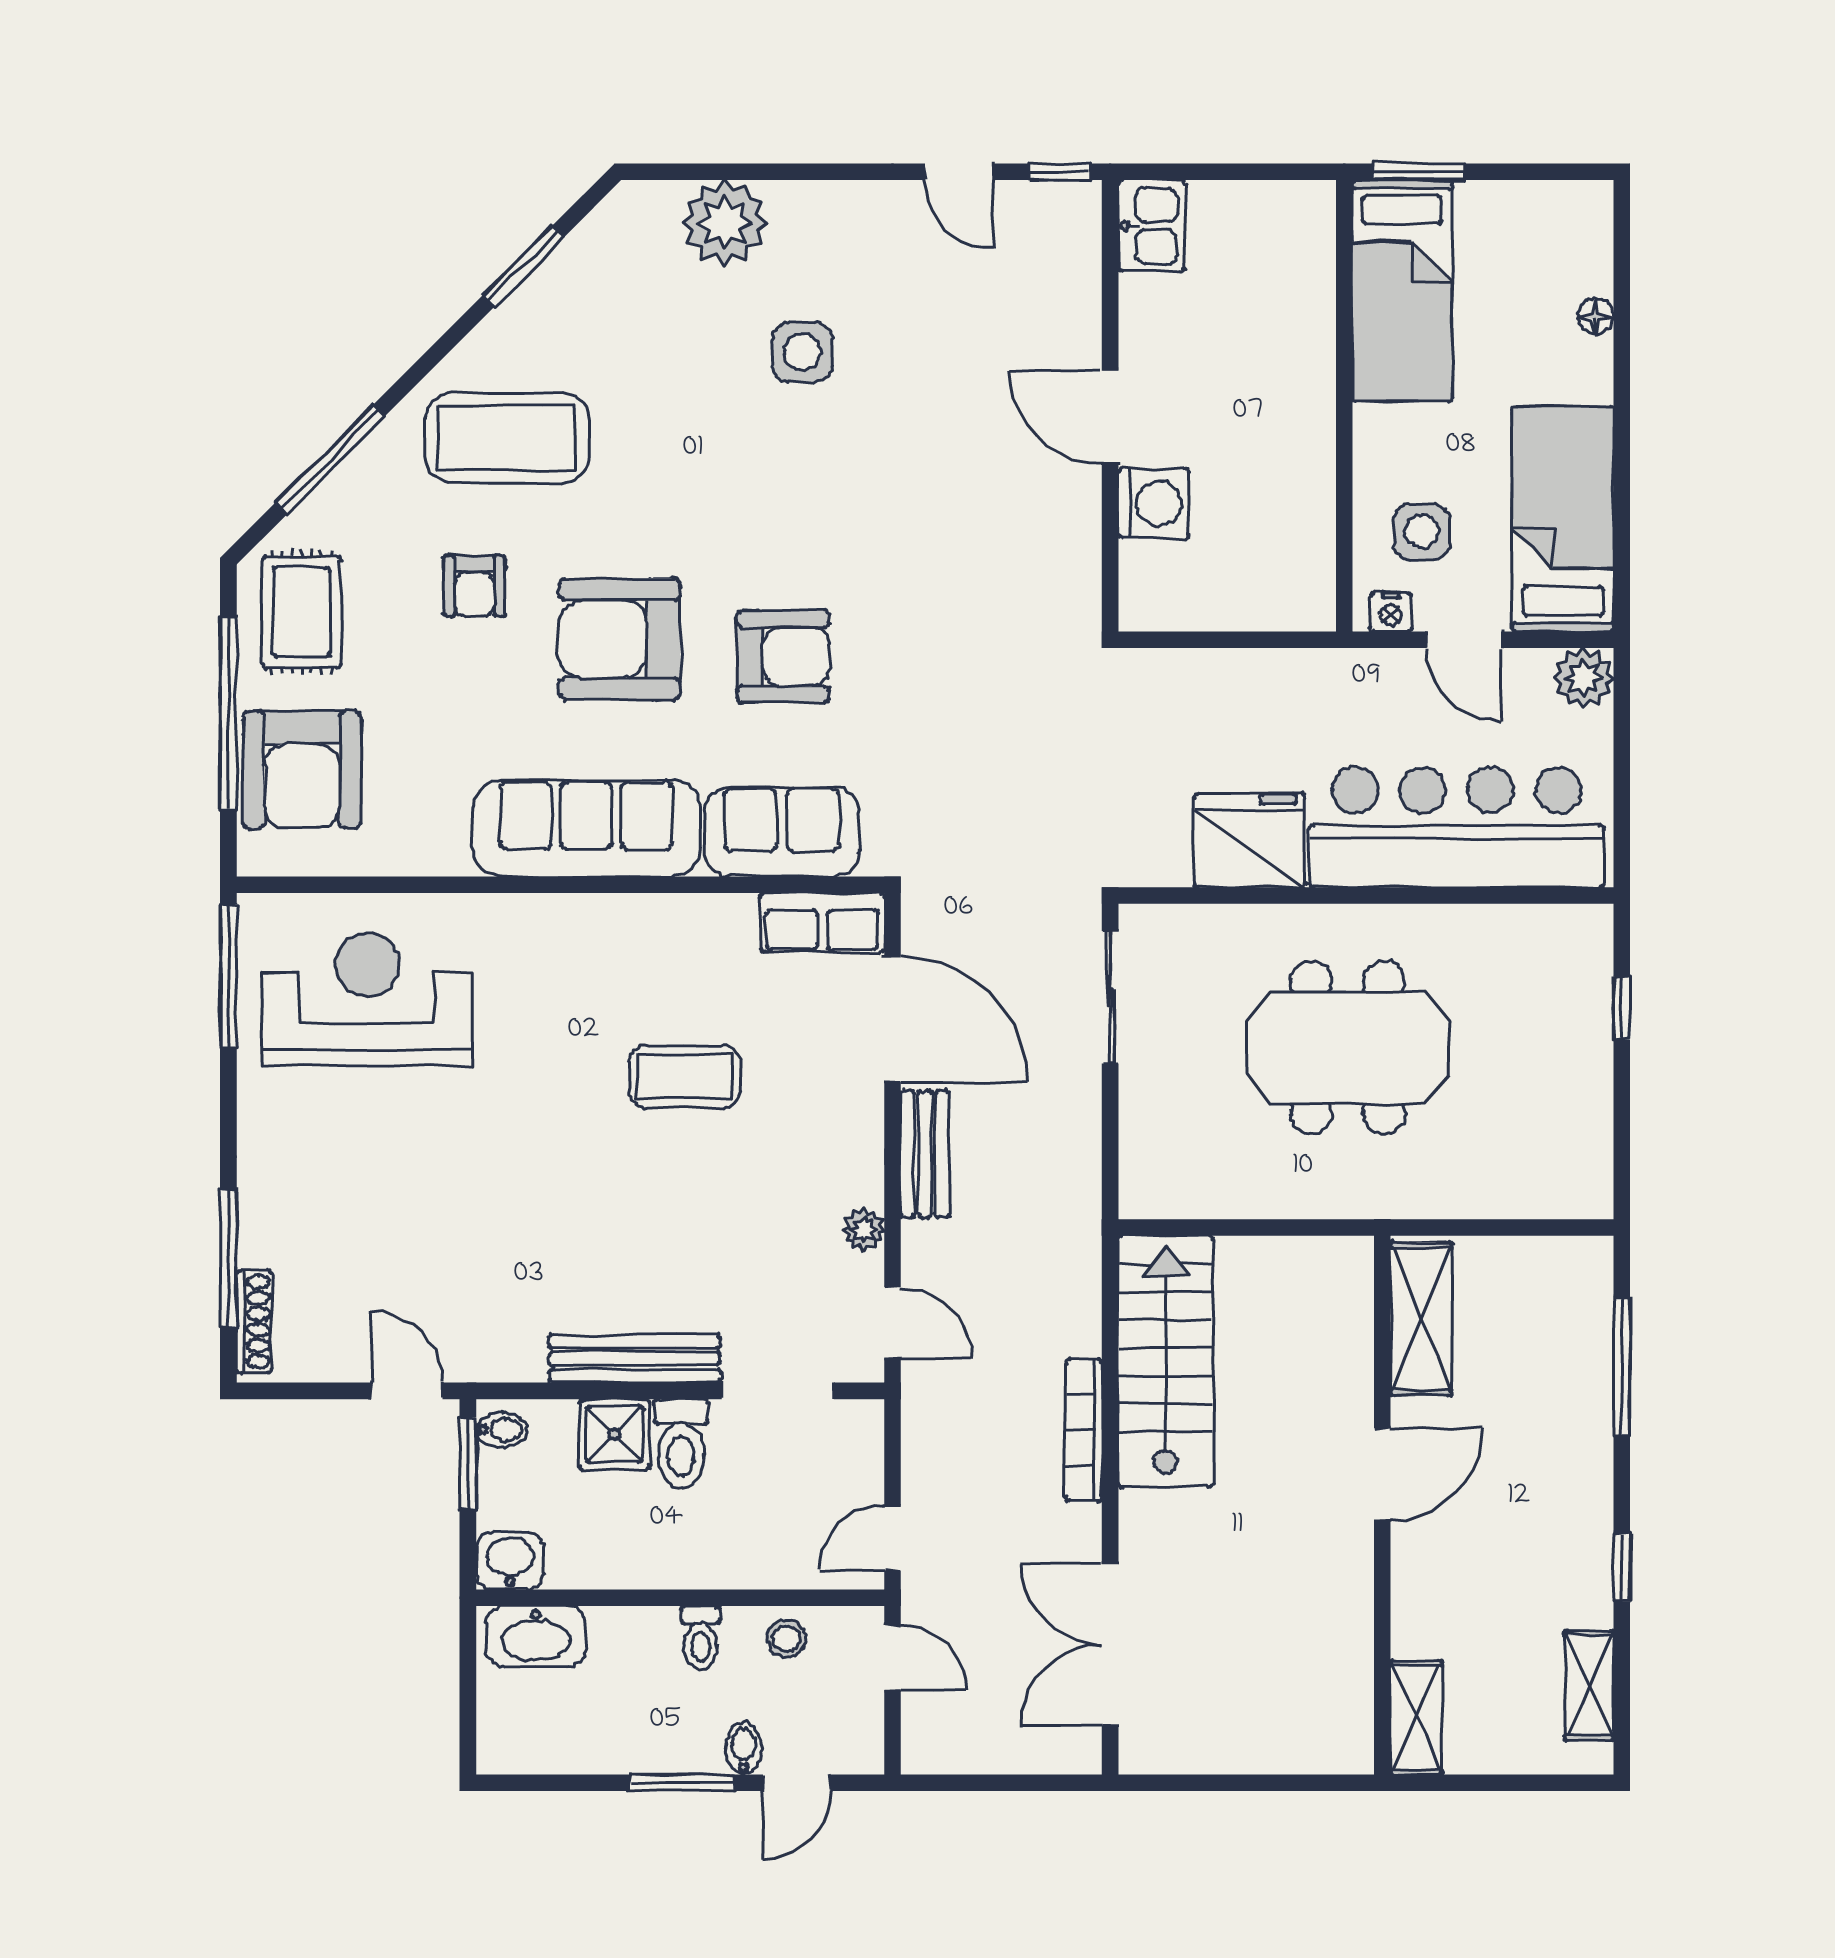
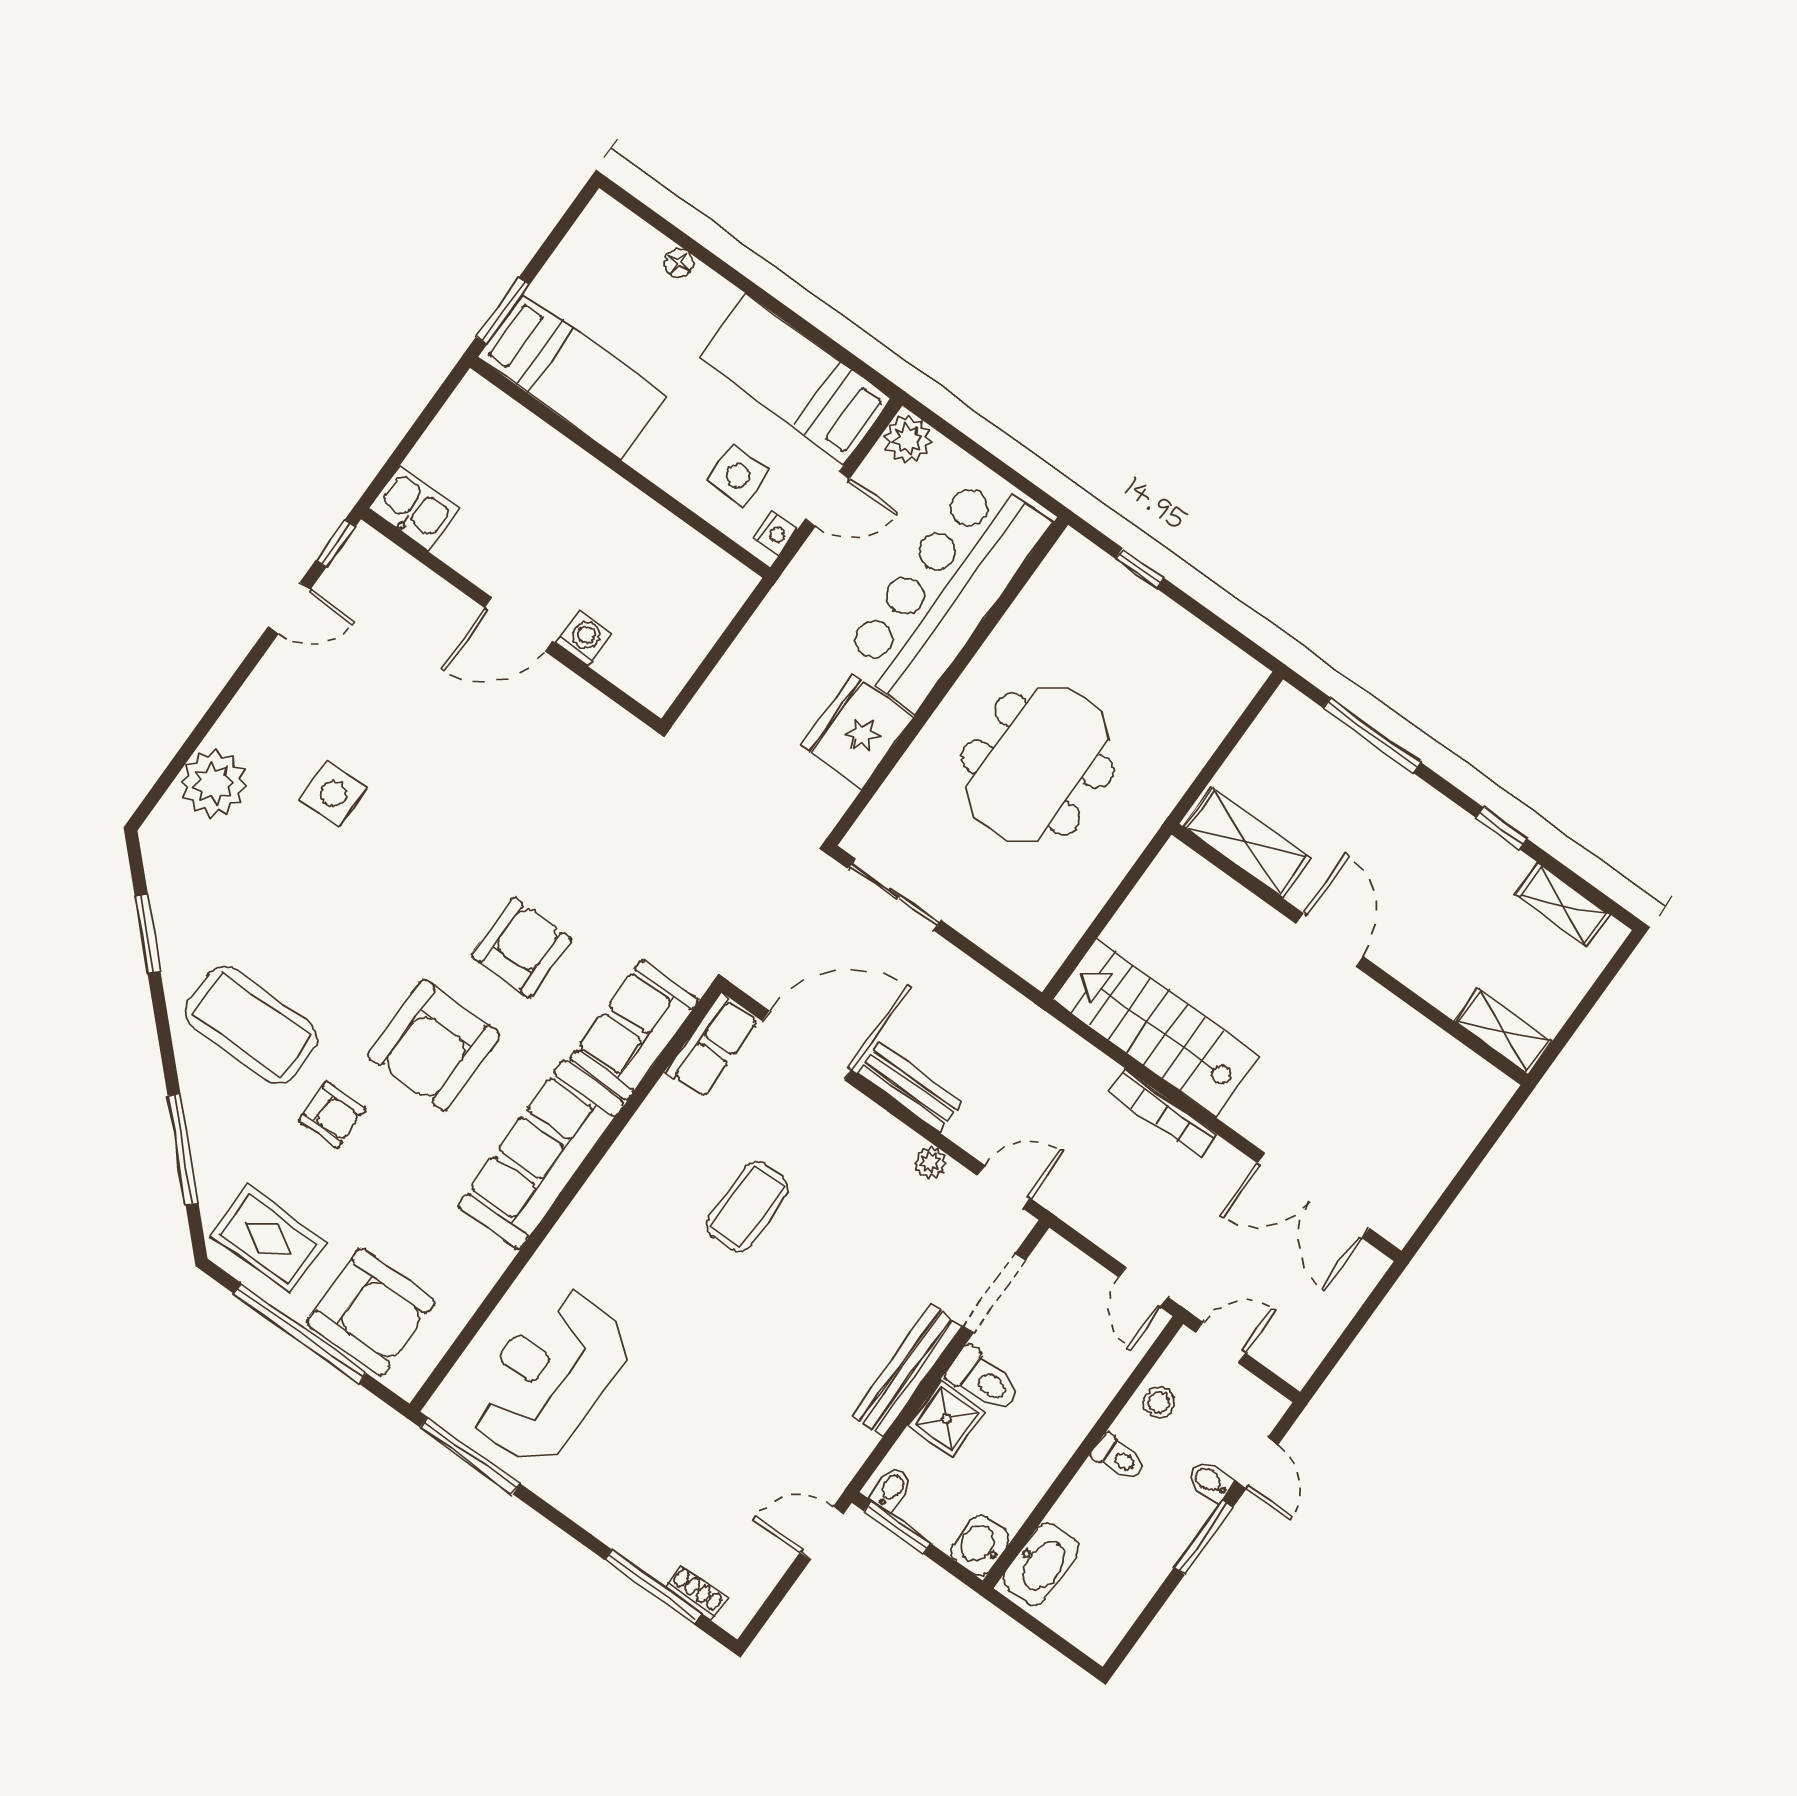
coffee table: (507, 438) -> (251, 1025), turned 90
washing machine: (1153, 503) -> (584, 638), width x0.73, depth x0.73
shoe rack: (254, 1322) -> (696, 1593), width x0.70

